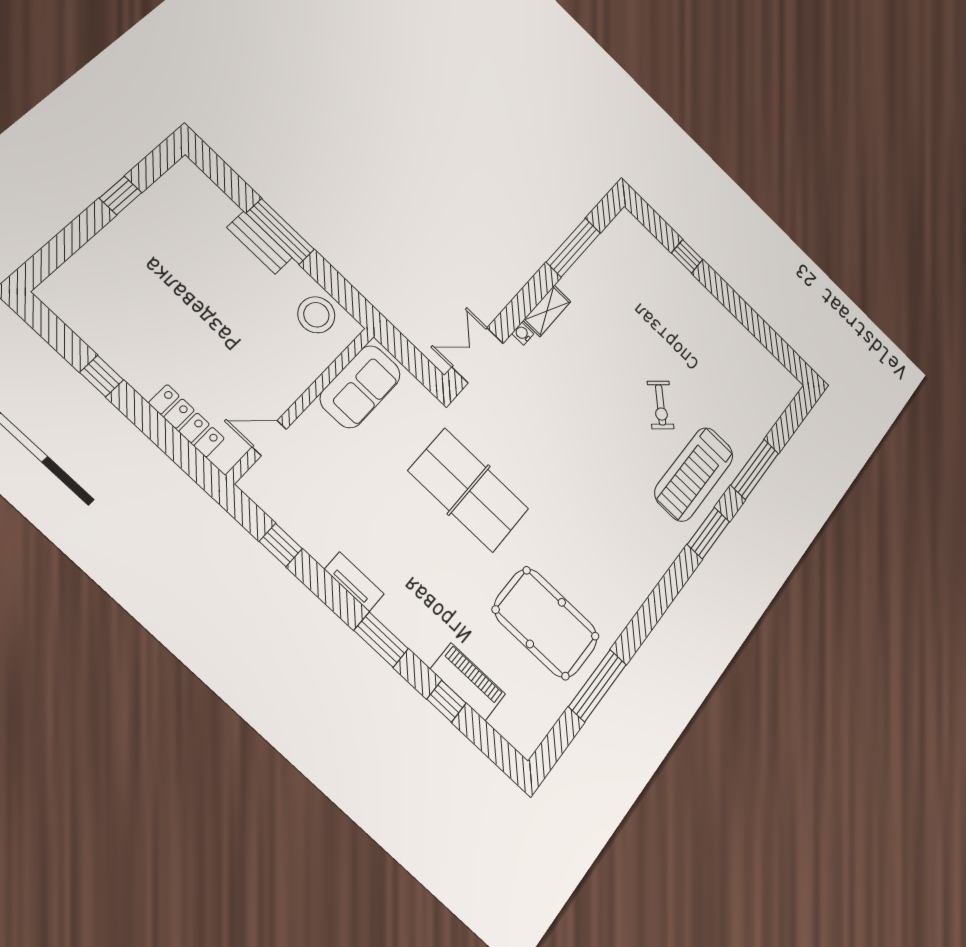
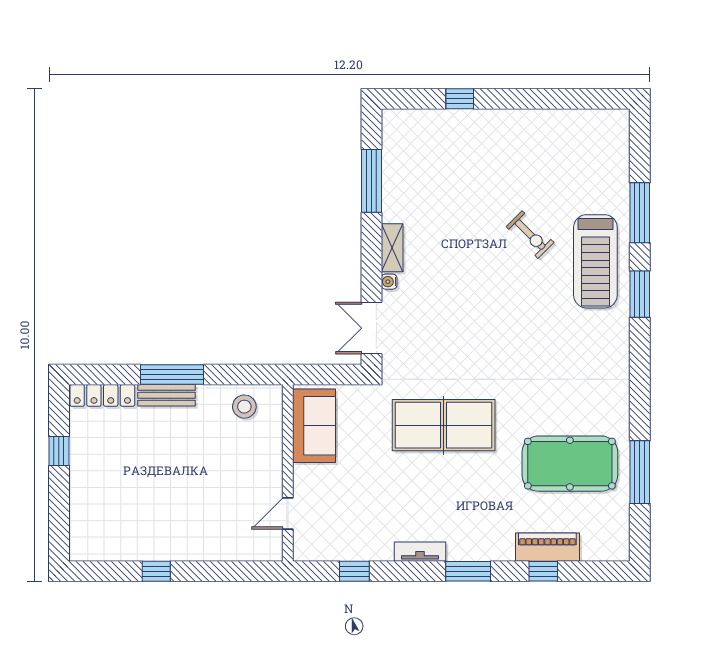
stool: (316, 315) -> (244, 407), width x0.73, depth x0.73
locker: (187, 421) -> (102, 395), moved, turned 180

